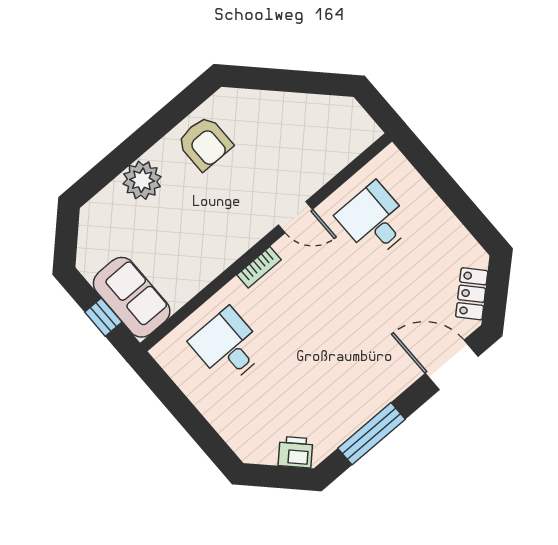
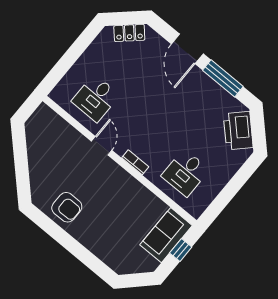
armchair: (205, 143) -> (67, 207), turned 90
plant: (142, 180) -> (95, 241), removed
door: (452, 365) -> (187, 49), moved
printer: (296, 452) -> (238, 131), width x1.87, depth x1.48

